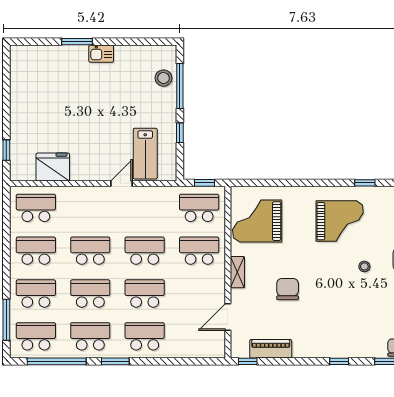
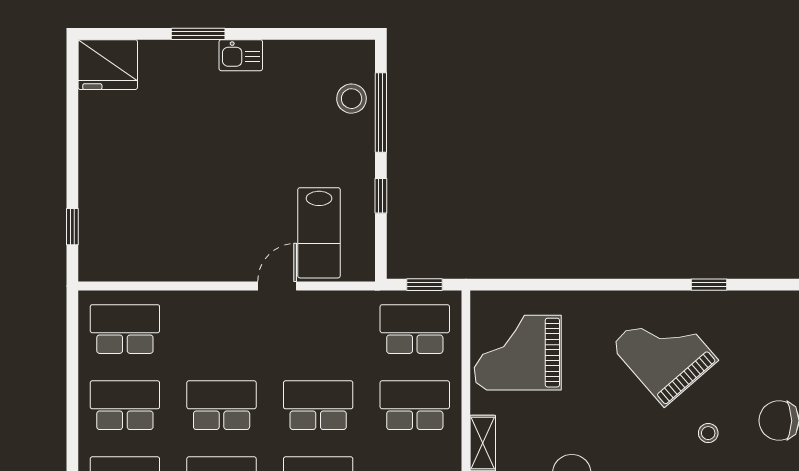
fridge: (53, 167) -> (108, 65), moved, turned 180
grand piano: (340, 221) -> (664, 353), turned -131

